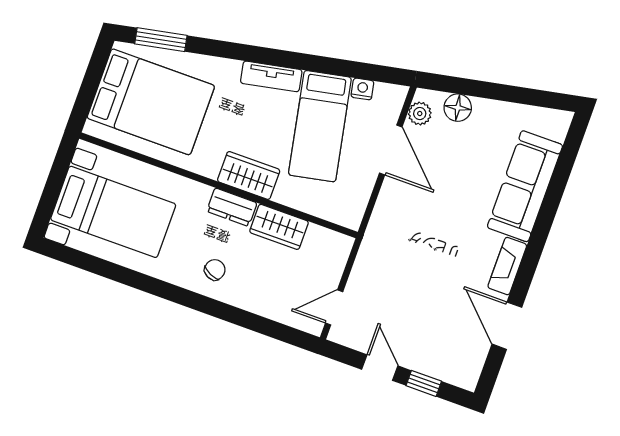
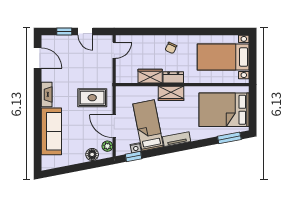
window: (373, 73) -> (134, 157), added
rug: (415, 225) -> (92, 98), added
door: (507, 326) -> (38, 58), moved

